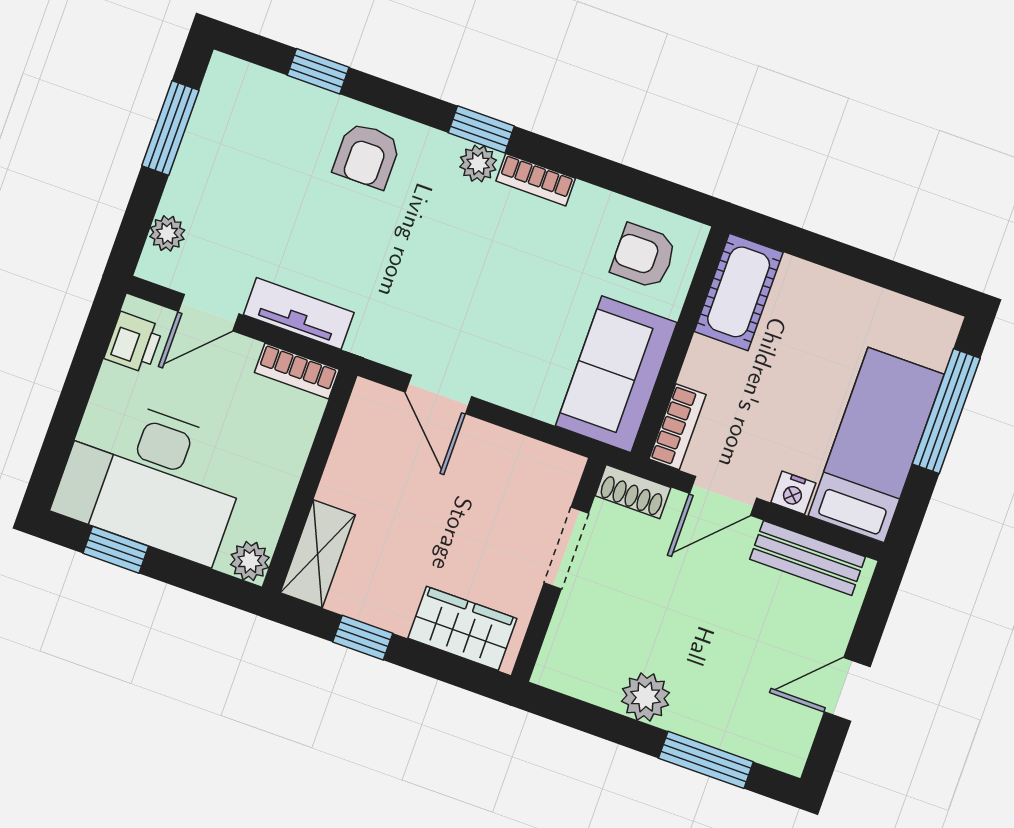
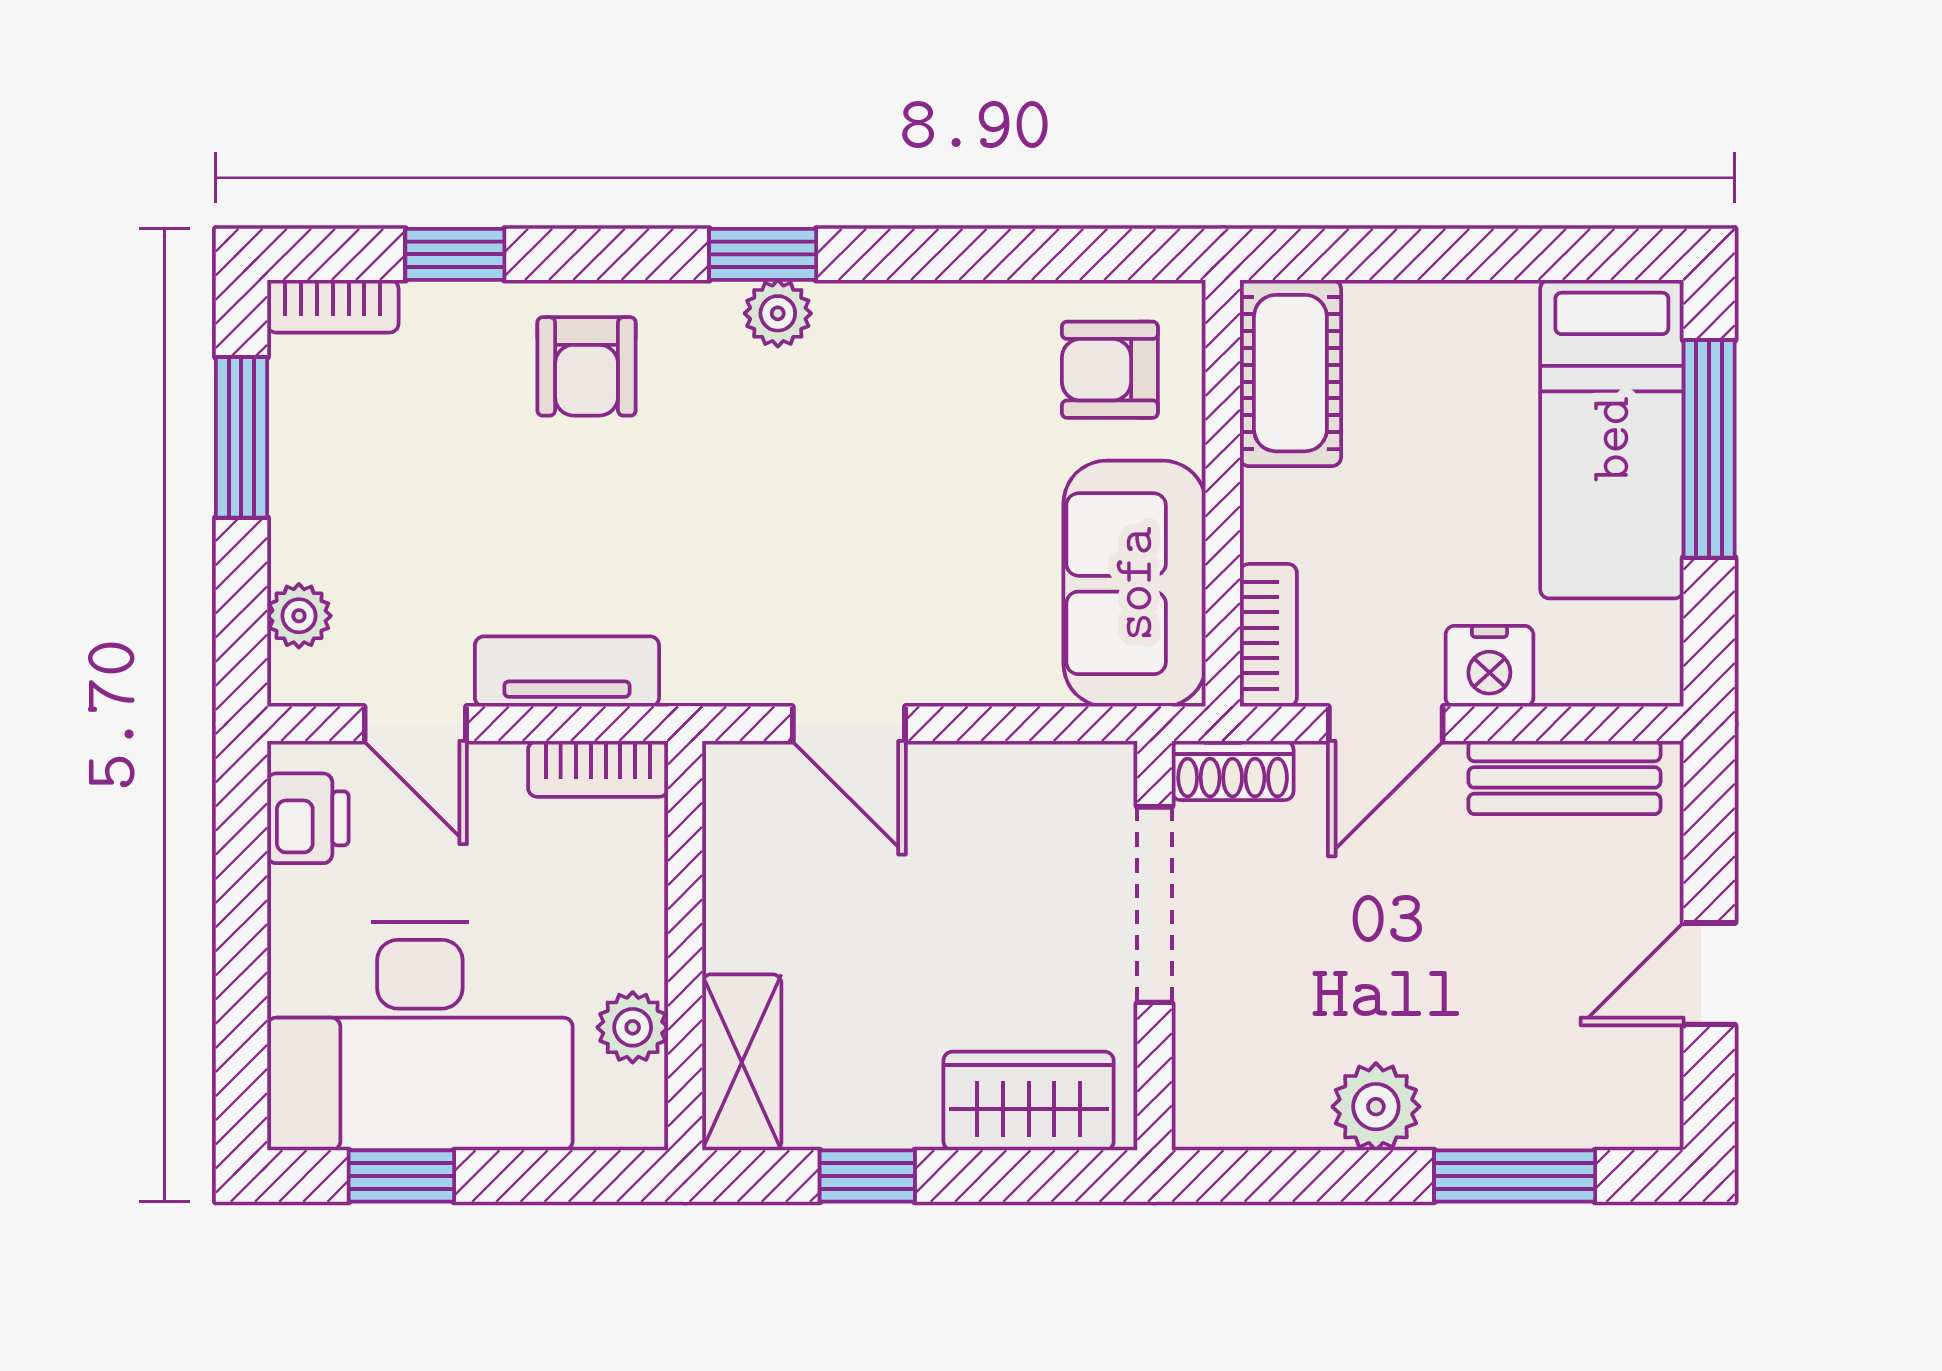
bookcase: (536, 180) -> (333, 306), moved
door: (208, 313) -> (415, 724), hinge flipped
bed: (876, 445) -> (1612, 439), moved, turned 180
nightstand: (793, 493) -> (1489, 666), width x1.39, depth x1.35
doorway: (566, 548) -> (1154, 905), width x1.38
plant: (250, 561) -> (633, 1027), moved

